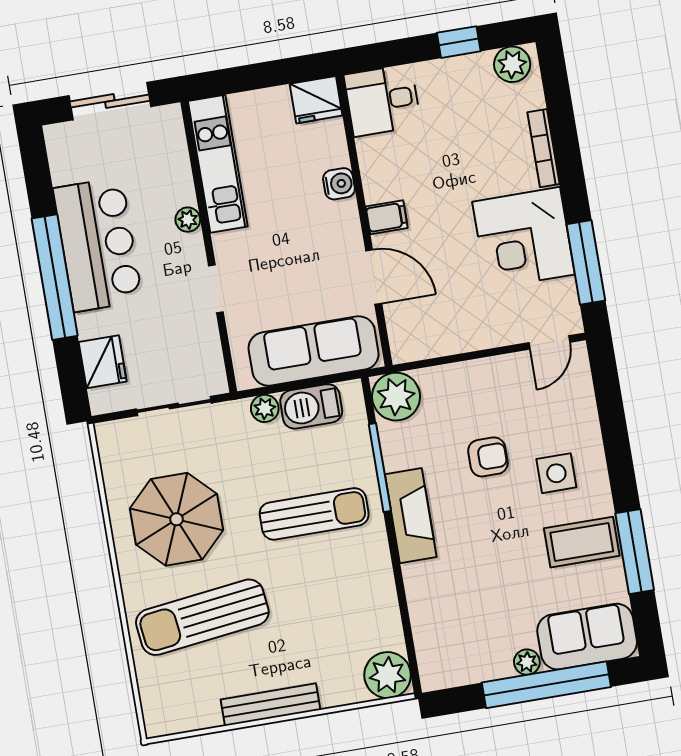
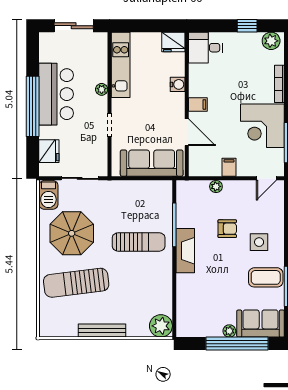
filing cabinet: (471, 333) -> (229, 167), added
plant: (396, 397) -> (216, 186), moved, width x0.53, depth x0.53
barbecue: (311, 406) -> (48, 195), moved, turned -90
plant: (265, 408) -> (123, 187), removed

